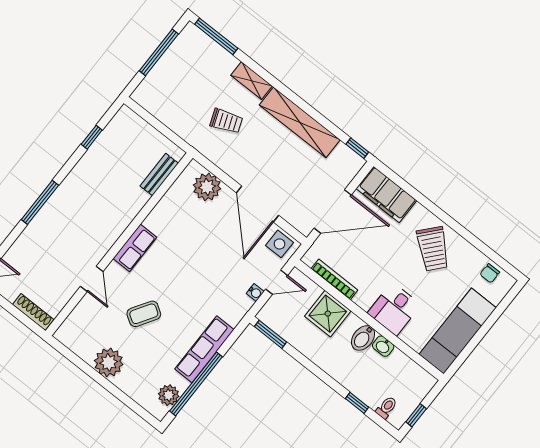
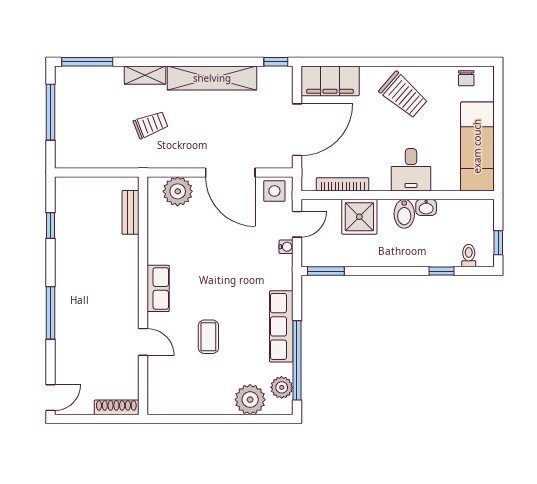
coffee table: (144, 314) -> (208, 337), turned -32
plant: (109, 362) -> (250, 400), moved

